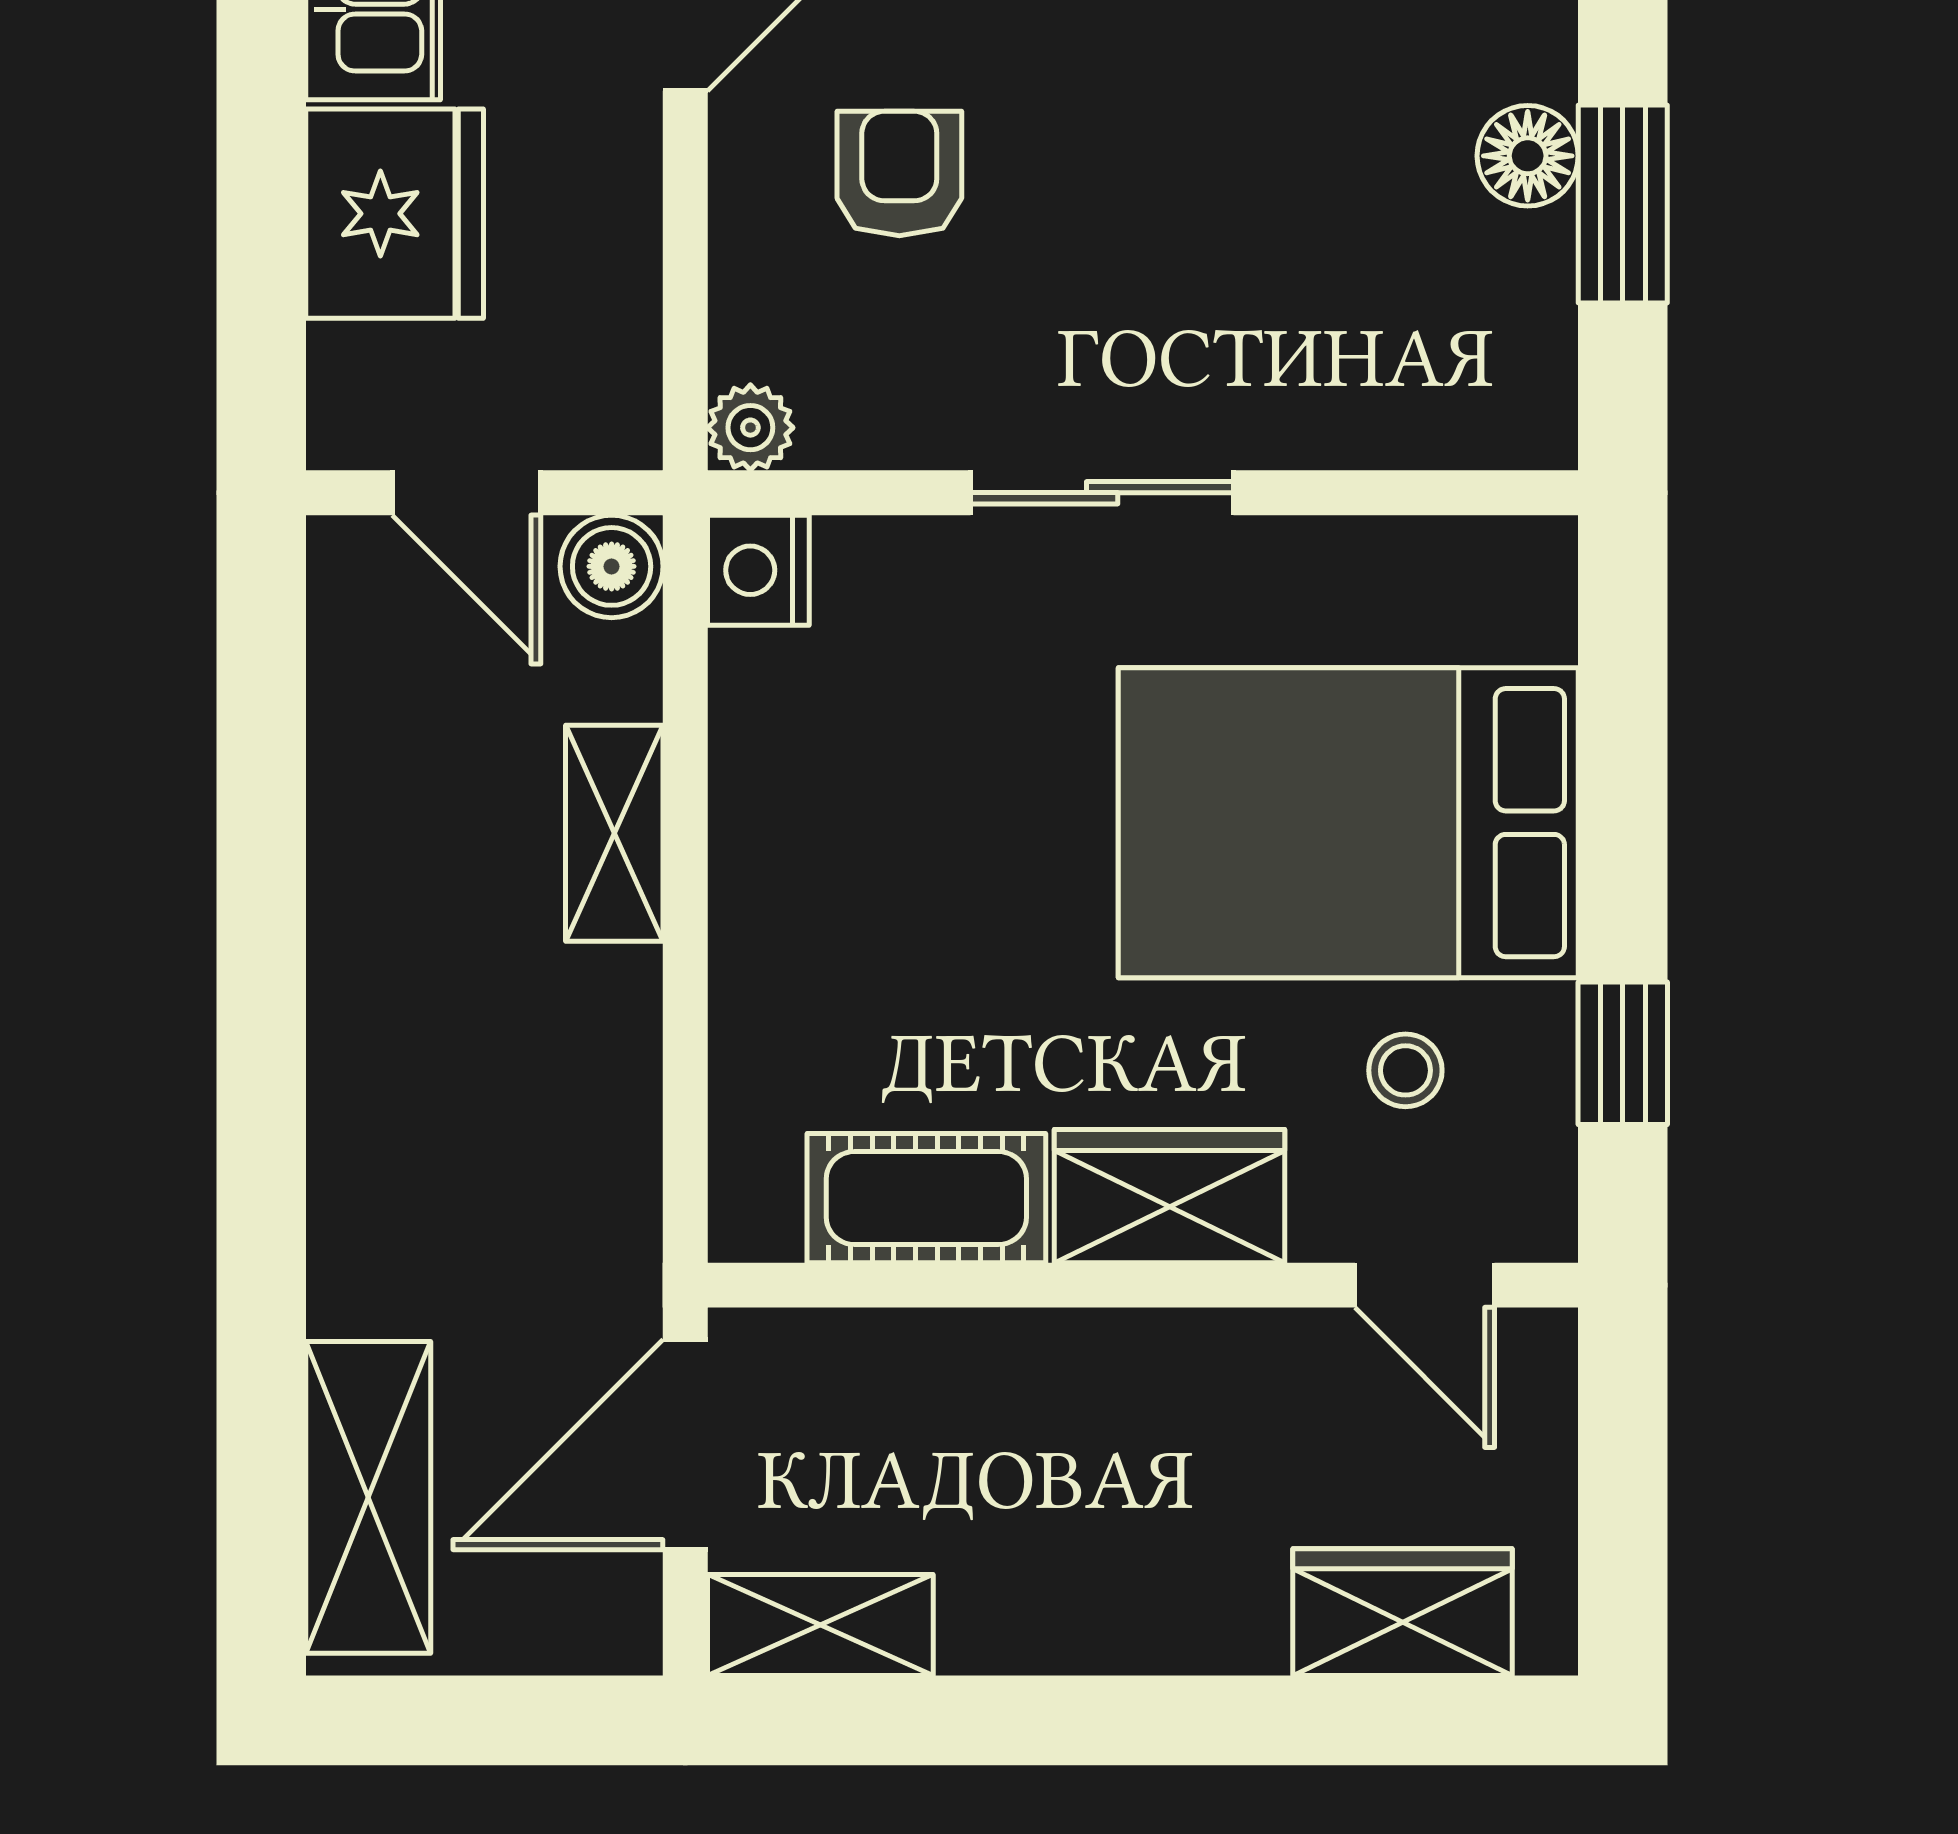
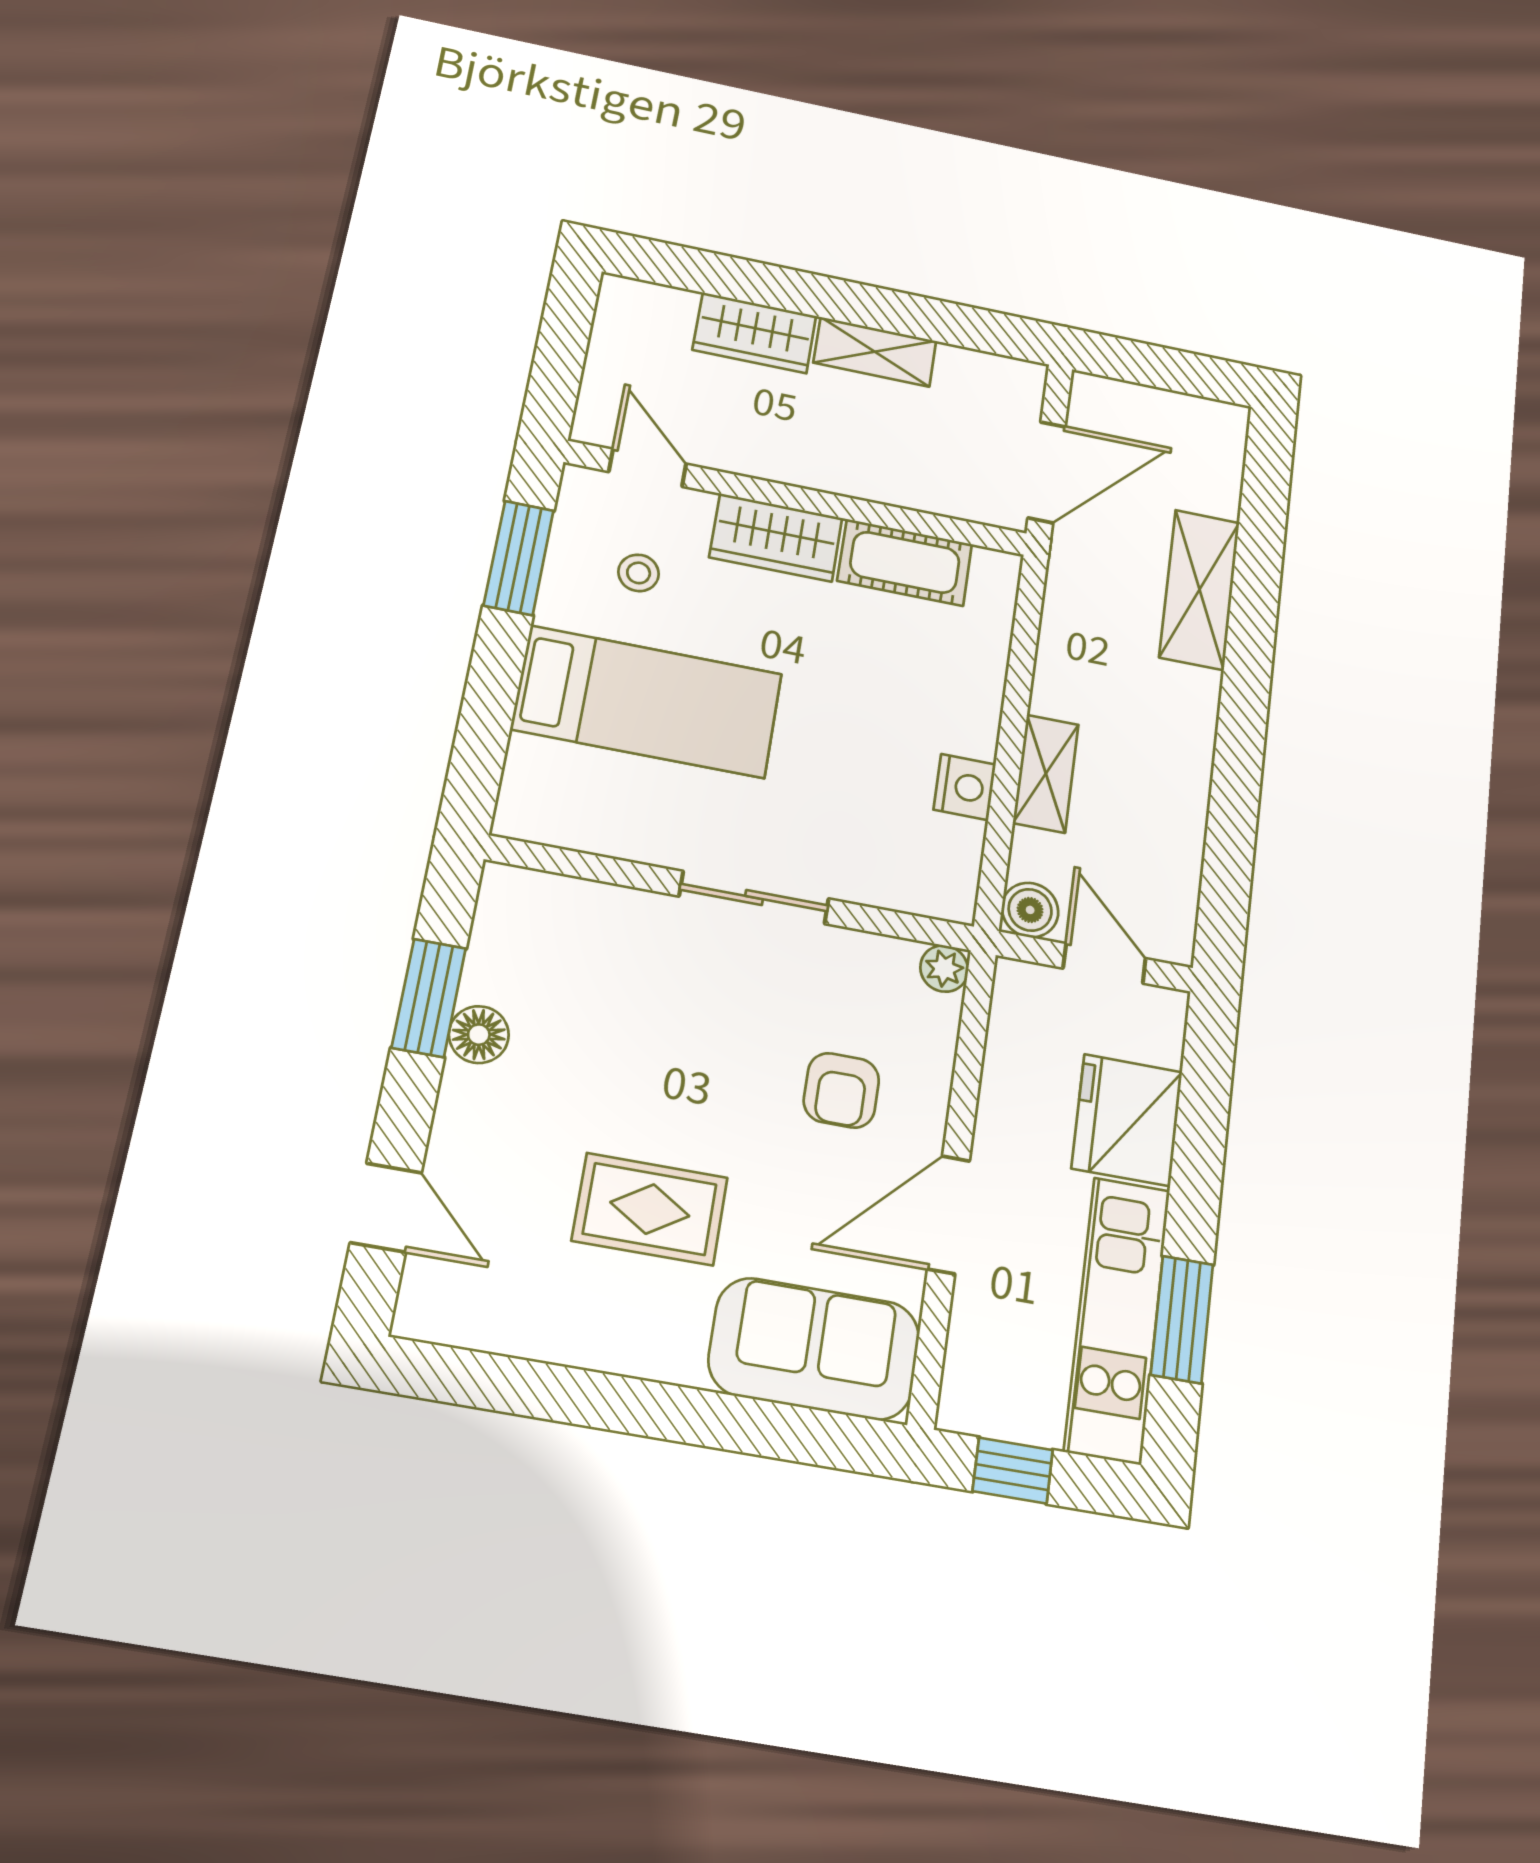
nightstand: (758, 570) -> (965, 787), moved
bed: (1348, 823) -> (647, 702), width x0.67
window: (1623, 1053) -> (519, 558), width x1.50
shelving: (368, 1497) -> (1200, 589), moved
wardrobe: (1402, 1612) -> (755, 333), moved
shelving: (820, 1625) -> (875, 352), moved

